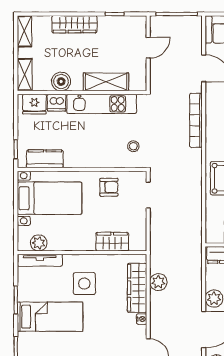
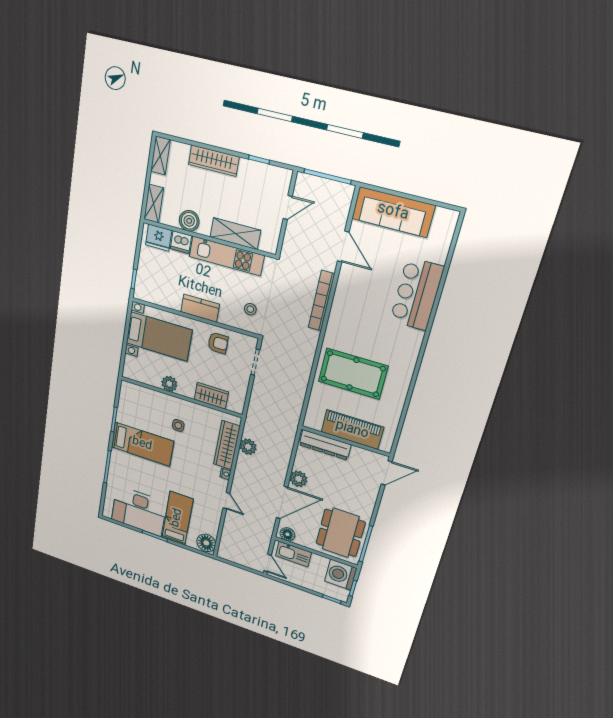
kitchen counter: (45, 159) -> (200, 308), moved
plant: (39, 243) -> (169, 384), moved
tv unit: (40, 260) -> (141, 391), removed
side table: (84, 284) -> (178, 425), width x0.54, depth x0.54

